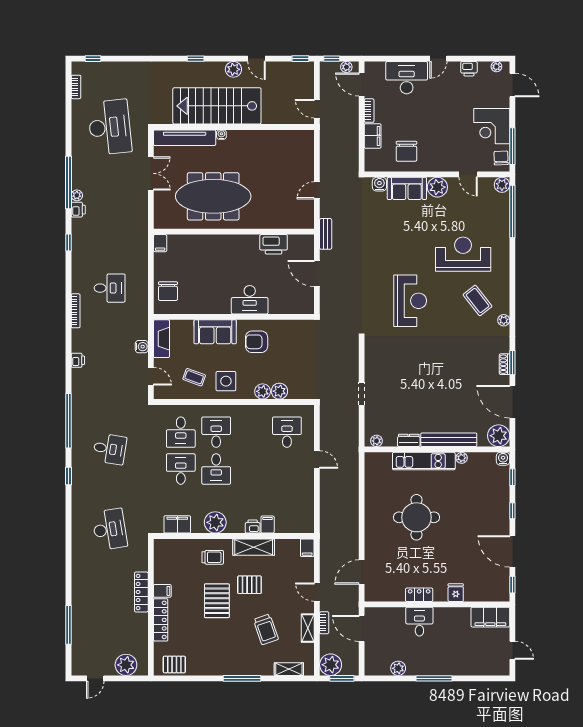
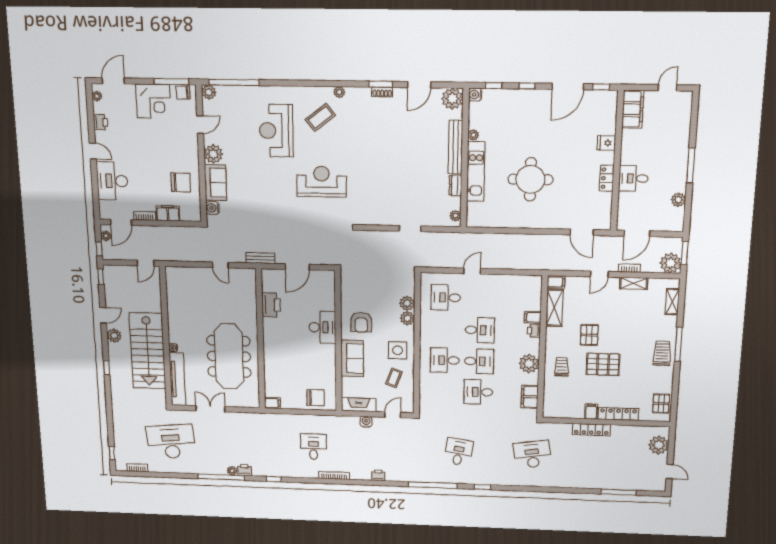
door: (512, 402) -> (419, 85), width x0.73
desk: (181, 432) -> (480, 330), moved
shelving: (254, 547) -> (554, 308), moved
trolley: (266, 629) -> (662, 353), moved, turned -71

